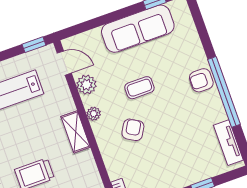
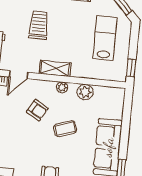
door: (64, 63) -> (19, 75), moved
coffee table: (139, 88) -> (65, 129), turned 72

